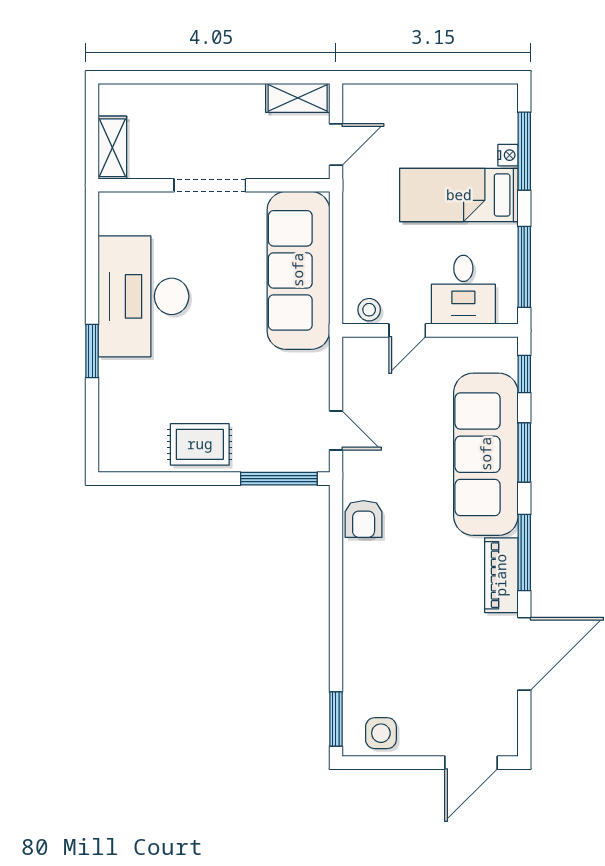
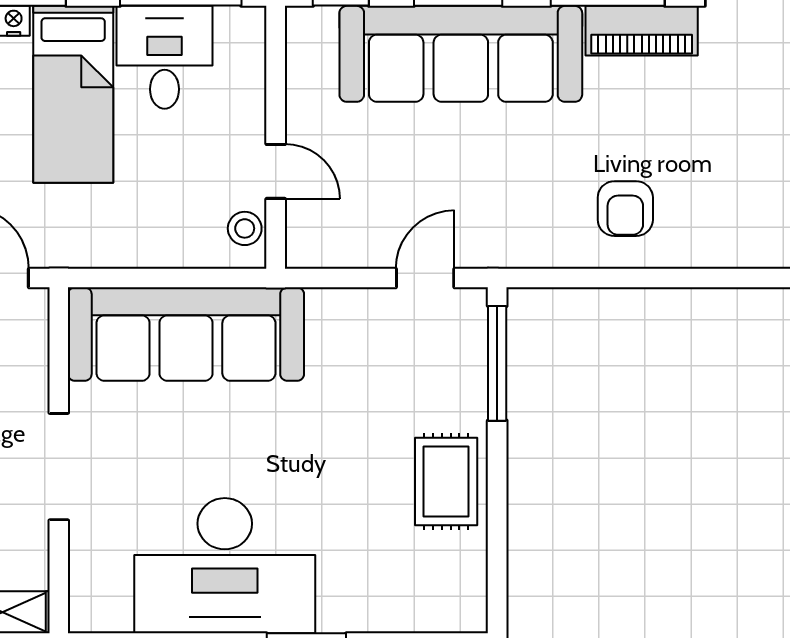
desk: (463, 290) -> (165, 57), moved, turned -90
armchair: (364, 519) -> (625, 209), moved, turned 90

